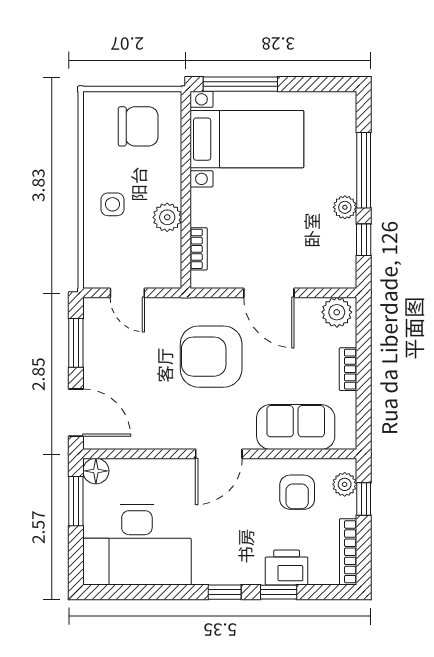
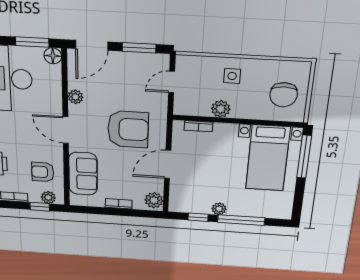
armchair: (211, 357) -> (128, 129), turned 90
plant: (161, 438) -> (75, 97), added

